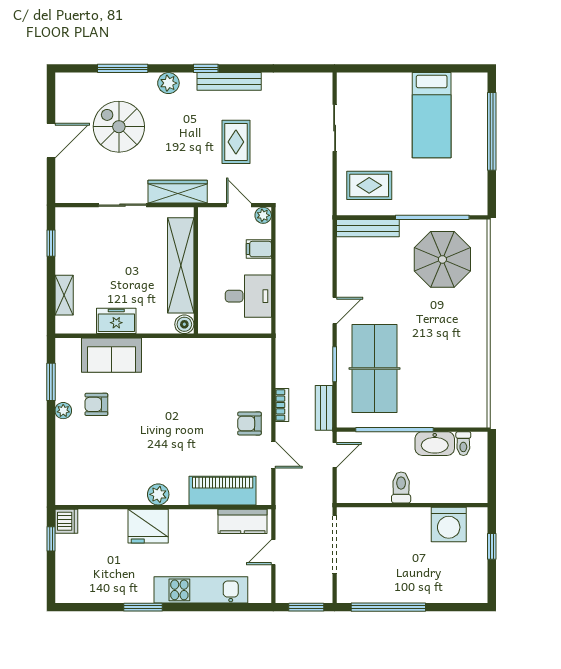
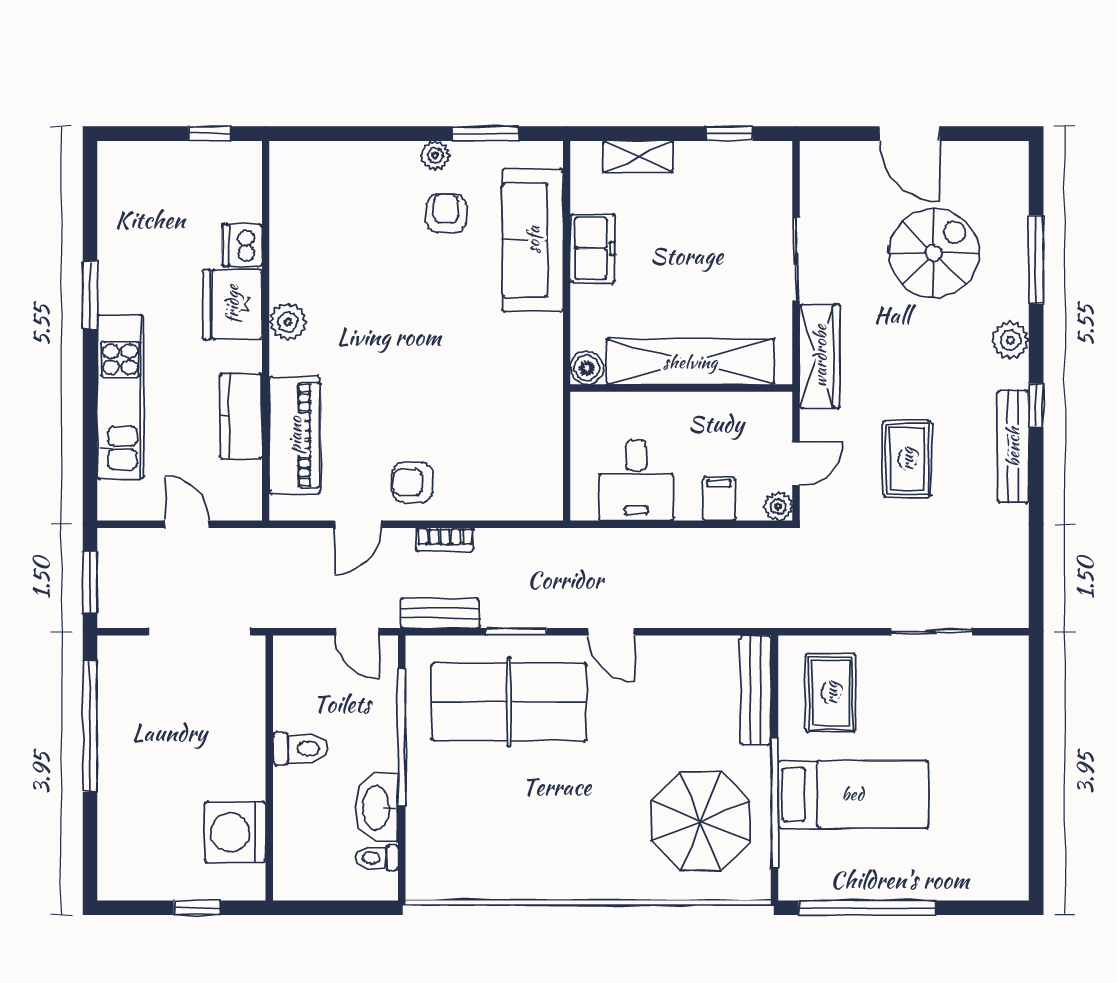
bed: (432, 115) -> (853, 794), moved, turned 180
window: (492, 131) -> (867, 908), moved
rug: (236, 142) -> (907, 459), turned 90
sofa: (111, 355) -> (533, 240), width x1.36
armchair: (249, 423) -> (413, 482), turned -90
dishwasher: (66, 521) -> (242, 245), moved, turned 90
kitchen counter: (243, 521) -> (241, 416), moved

